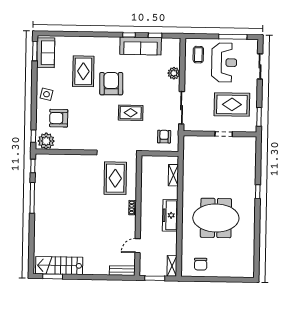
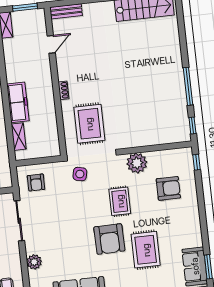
side table: (46, 94) -> (80, 174), moved
rug: (131, 113) -> (120, 201), moved, turned 90
plant: (46, 141) -> (137, 163), moved
freezer: (170, 215) -> (18, 102), moved

